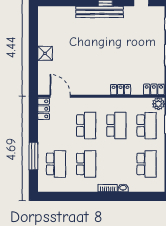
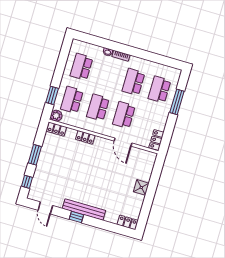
locker: (49, 12) -> (127, 222), added
door: (60, 96) -> (123, 142), moved

